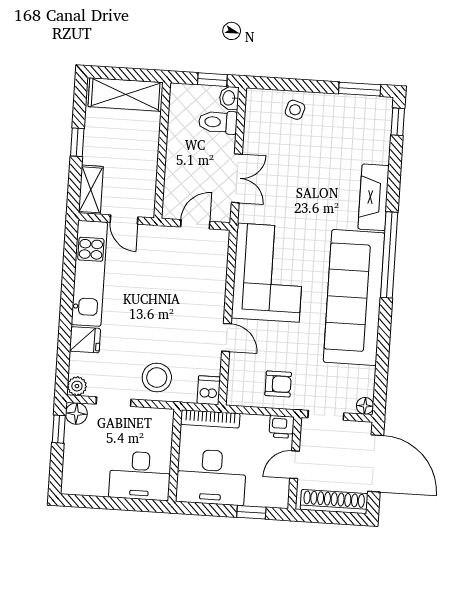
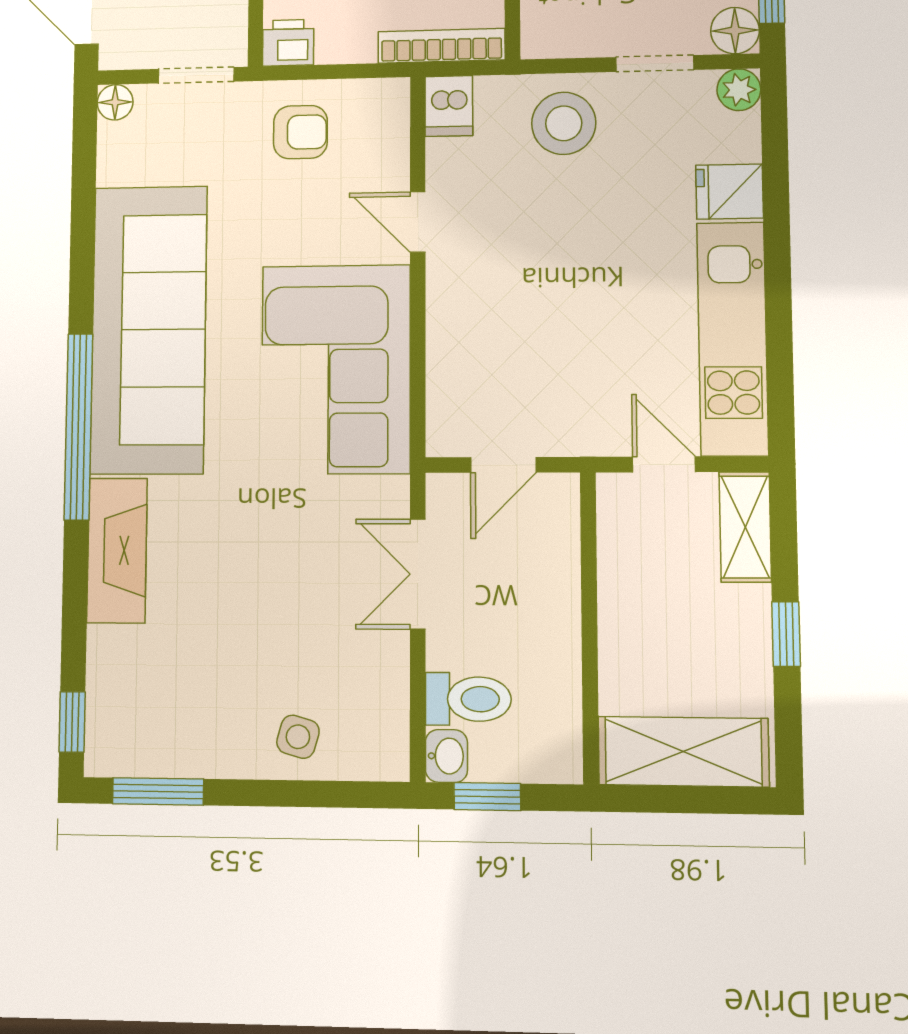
armchair: (278, 384) -> (300, 132), turned 180

